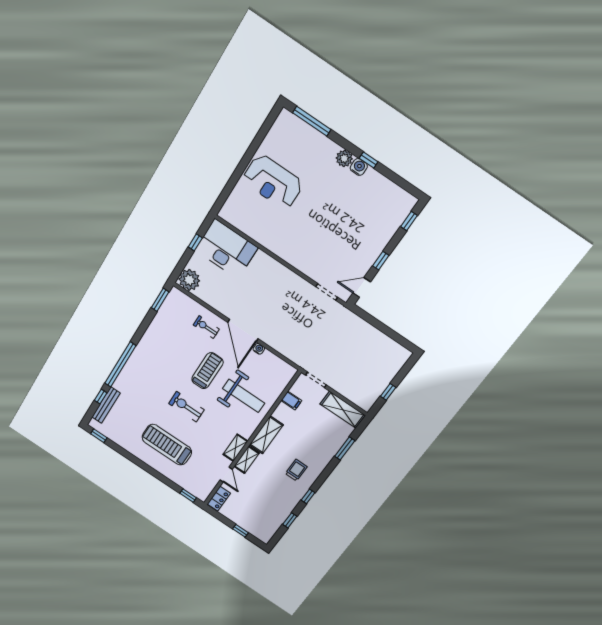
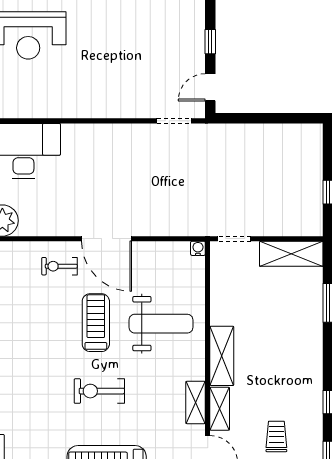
water cooler: (259, 349) -> (198, 248), moved
filing cabinet: (291, 400) -> (223, 287), removed
trolley: (296, 470) -> (276, 436), moved

